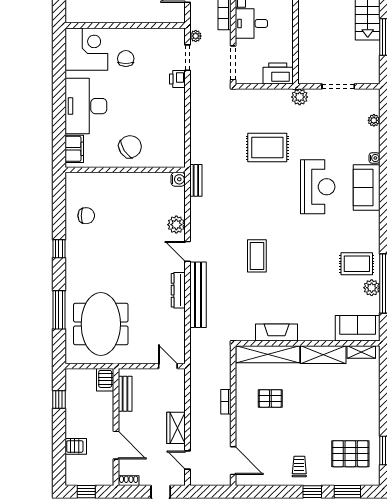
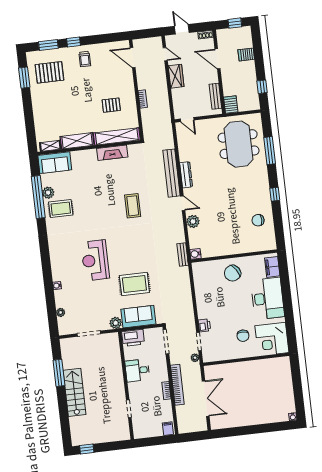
desk: (251, 23) -> (137, 370), moved, turned 180
sofa: (367, 188) -> (138, 317), moved, turned -90

